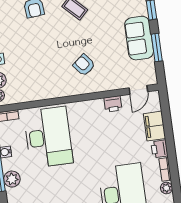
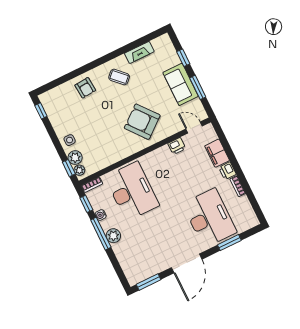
armchair: (84, 65) -> (142, 122), width x1.88, depth x1.88
door: (138, 90) -> (194, 127), swing flipped
plant: (166, 188) -> (244, 201), removed

